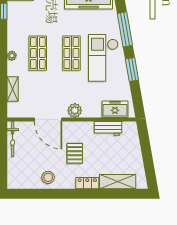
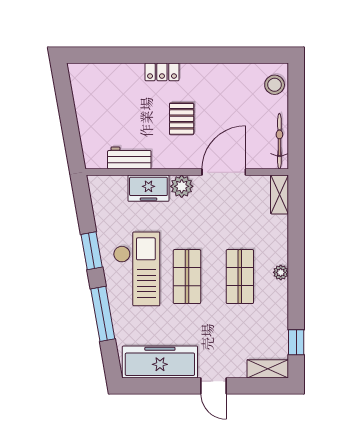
shelving: (13, 89) -> (280, 195), moved
freezer: (115, 109) -> (148, 188), moved
door: (48, 119) -> (224, 172), hinge flipped
stool: (48, 177) -> (275, 85), moved
shelving: (118, 182) -> (114, 74), removed

